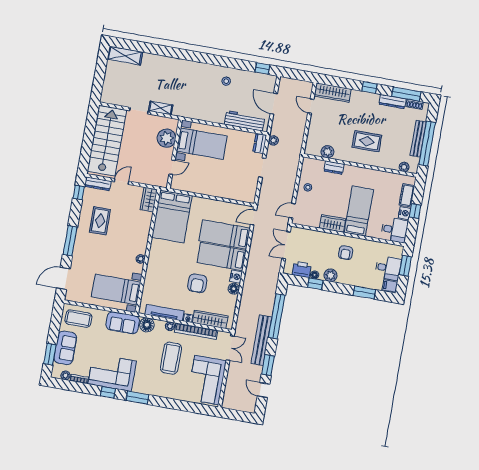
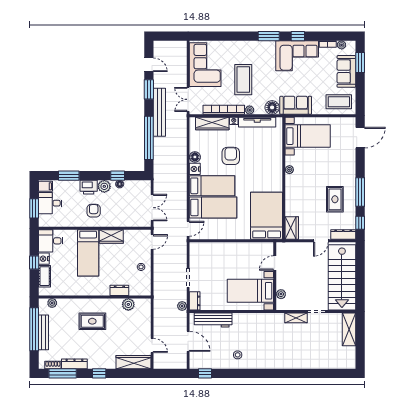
shelving: (125, 56) -> (349, 329), moved, turned 90
plant: (167, 138) -> (281, 294), width x0.53, depth x0.53
window: (70, 241) -> (360, 192), moved
printer: (302, 269) -> (89, 187), moved

